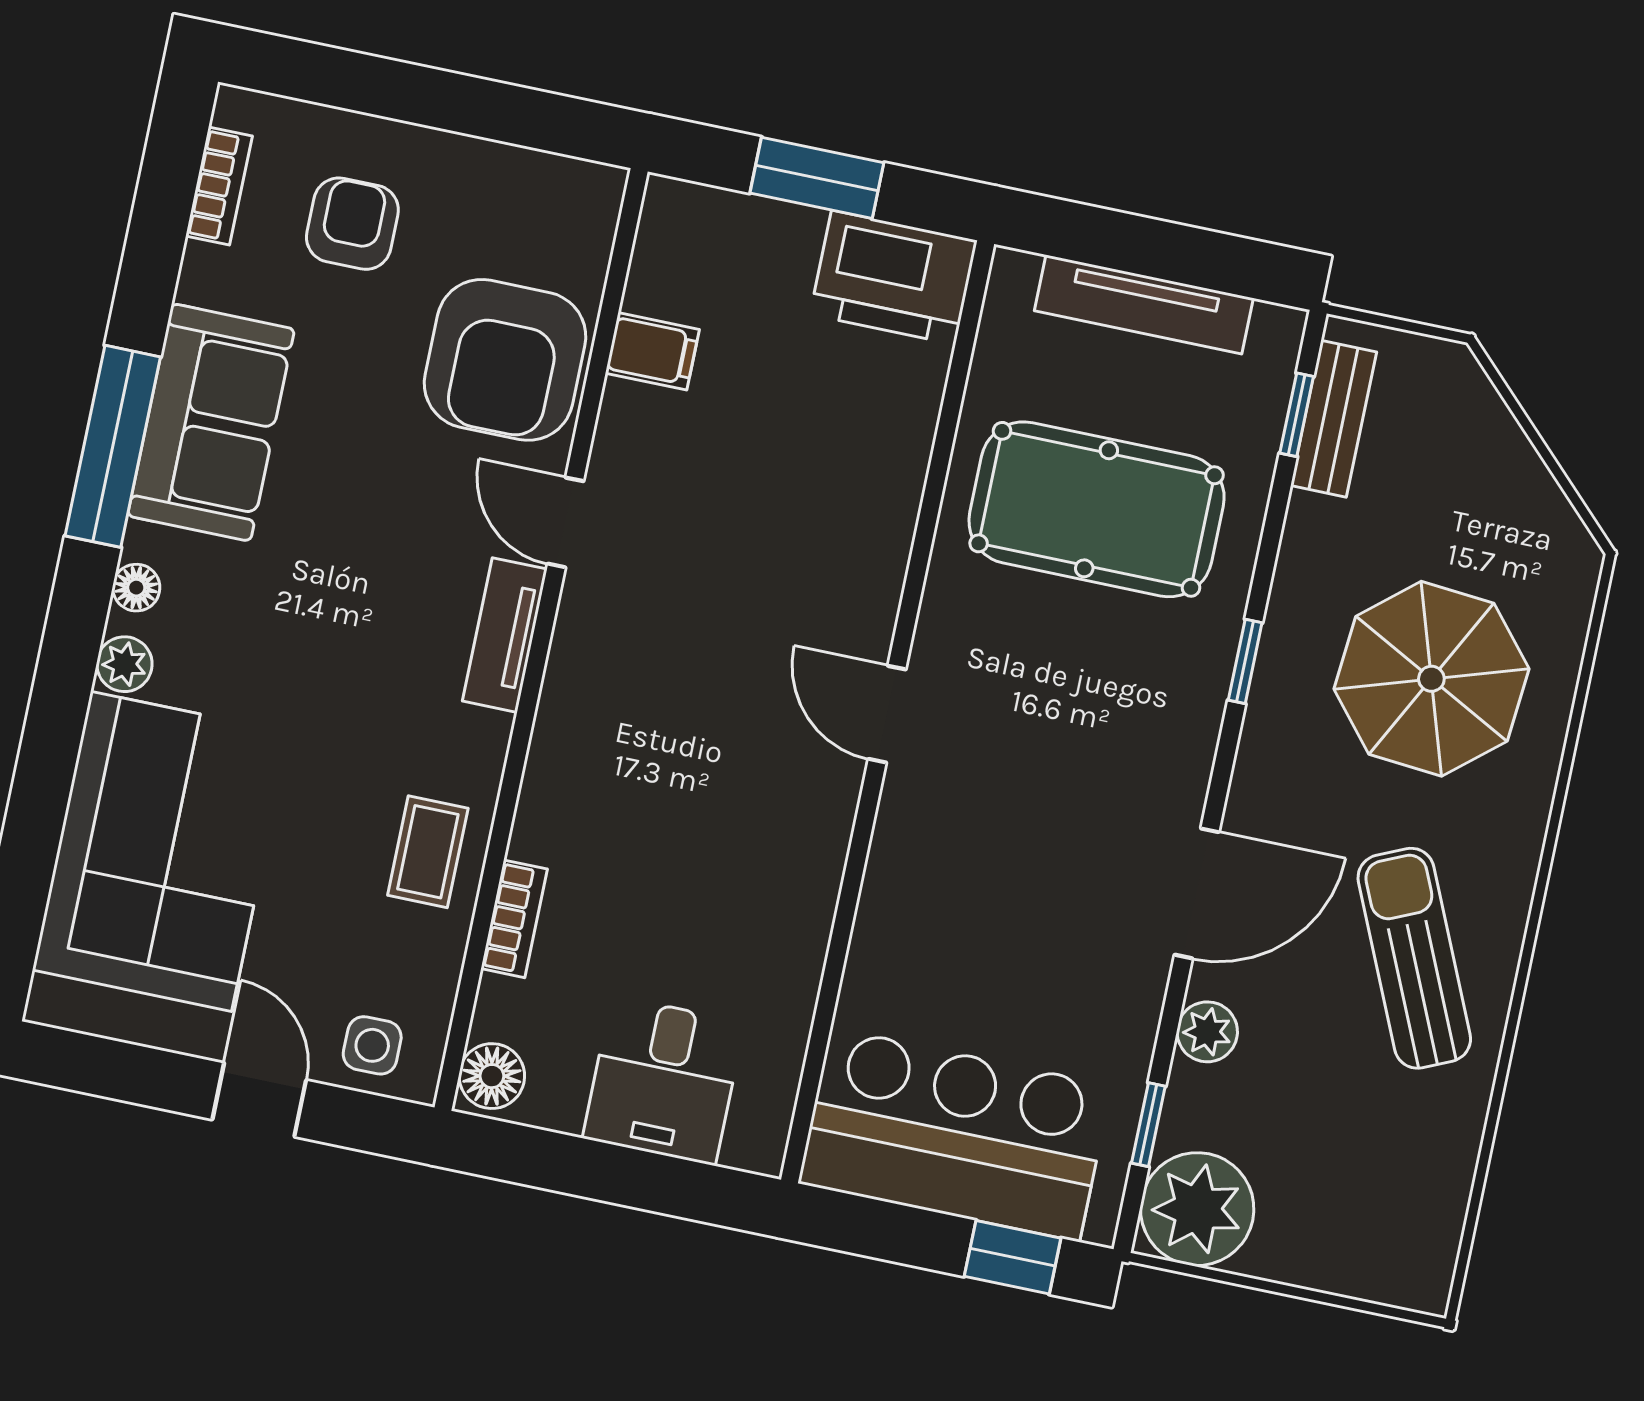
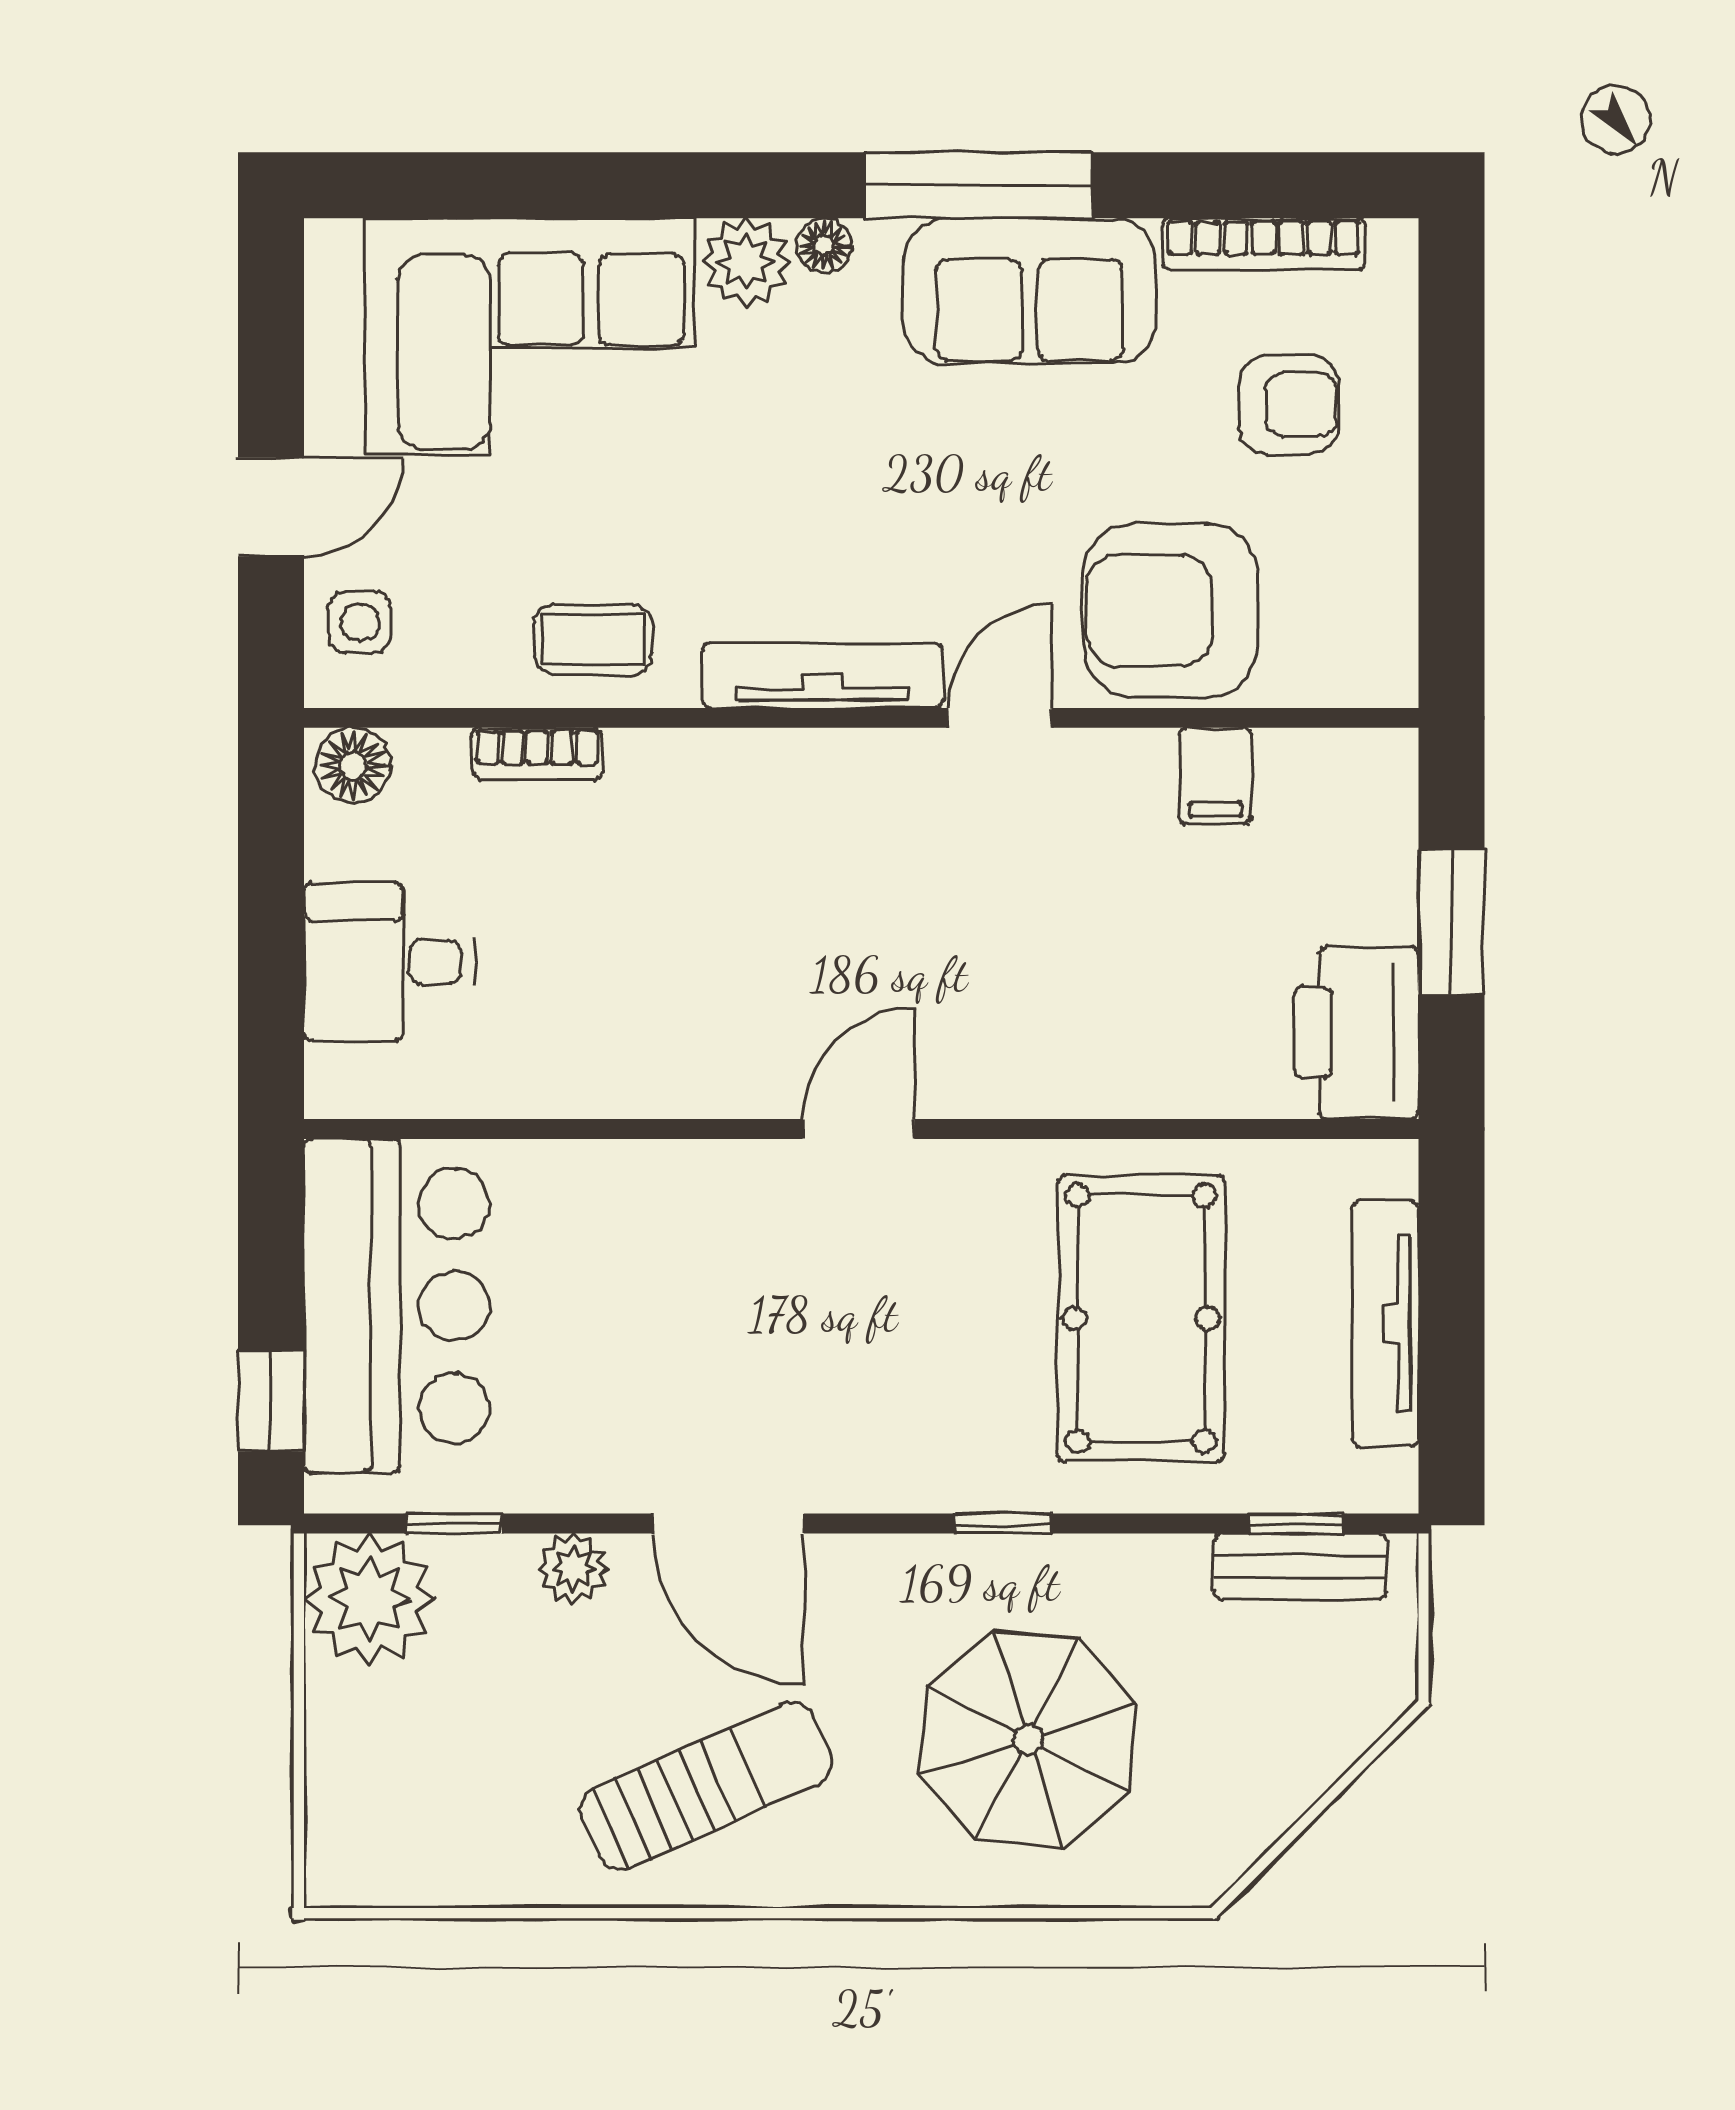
bookcase: (219, 186) -> (1264, 244), width x1.56
tv unit: (505, 635) -> (823, 676), width x1.41
plant: (124, 664) -> (746, 262), width x1.38, depth x1.38

